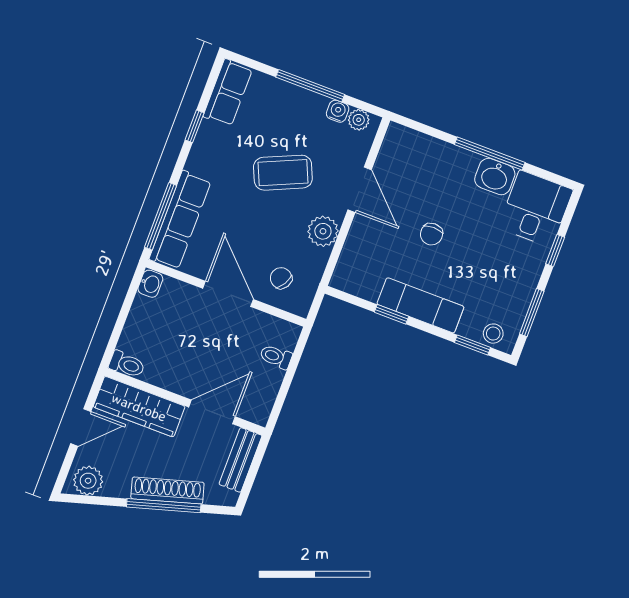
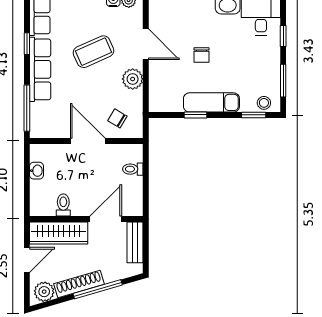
row of seats: (180, 220) -> (40, 69), moved
washbasin: (150, 284) -> (37, 171), moved
toilet: (127, 364) -> (63, 205), moved, turned -90
shoe rack: (167, 491) -> (79, 284), moved

